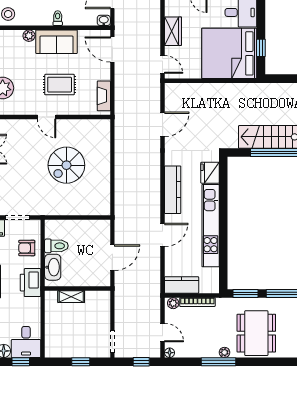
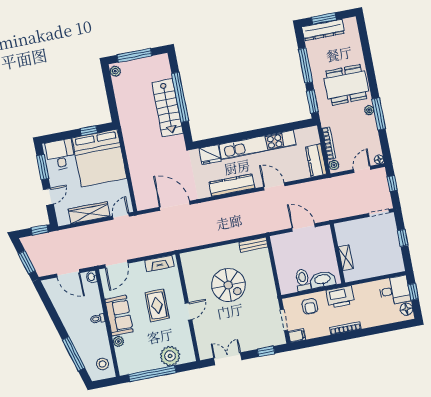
wardrobe: (173, 31) -> (89, 213), width x1.50
door: (163, 124) -> (175, 206), width x1.36
bench: (105, 200) -> (253, 245), added

